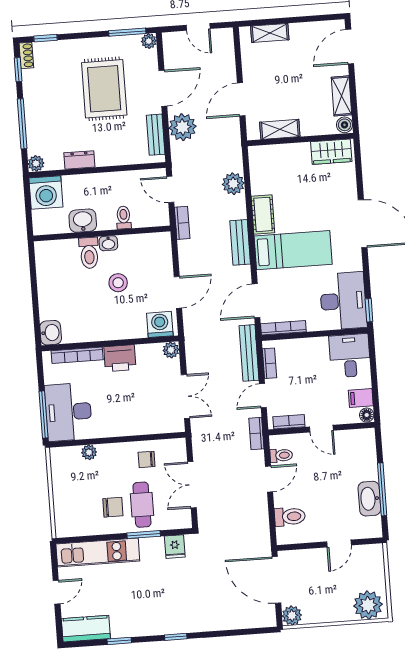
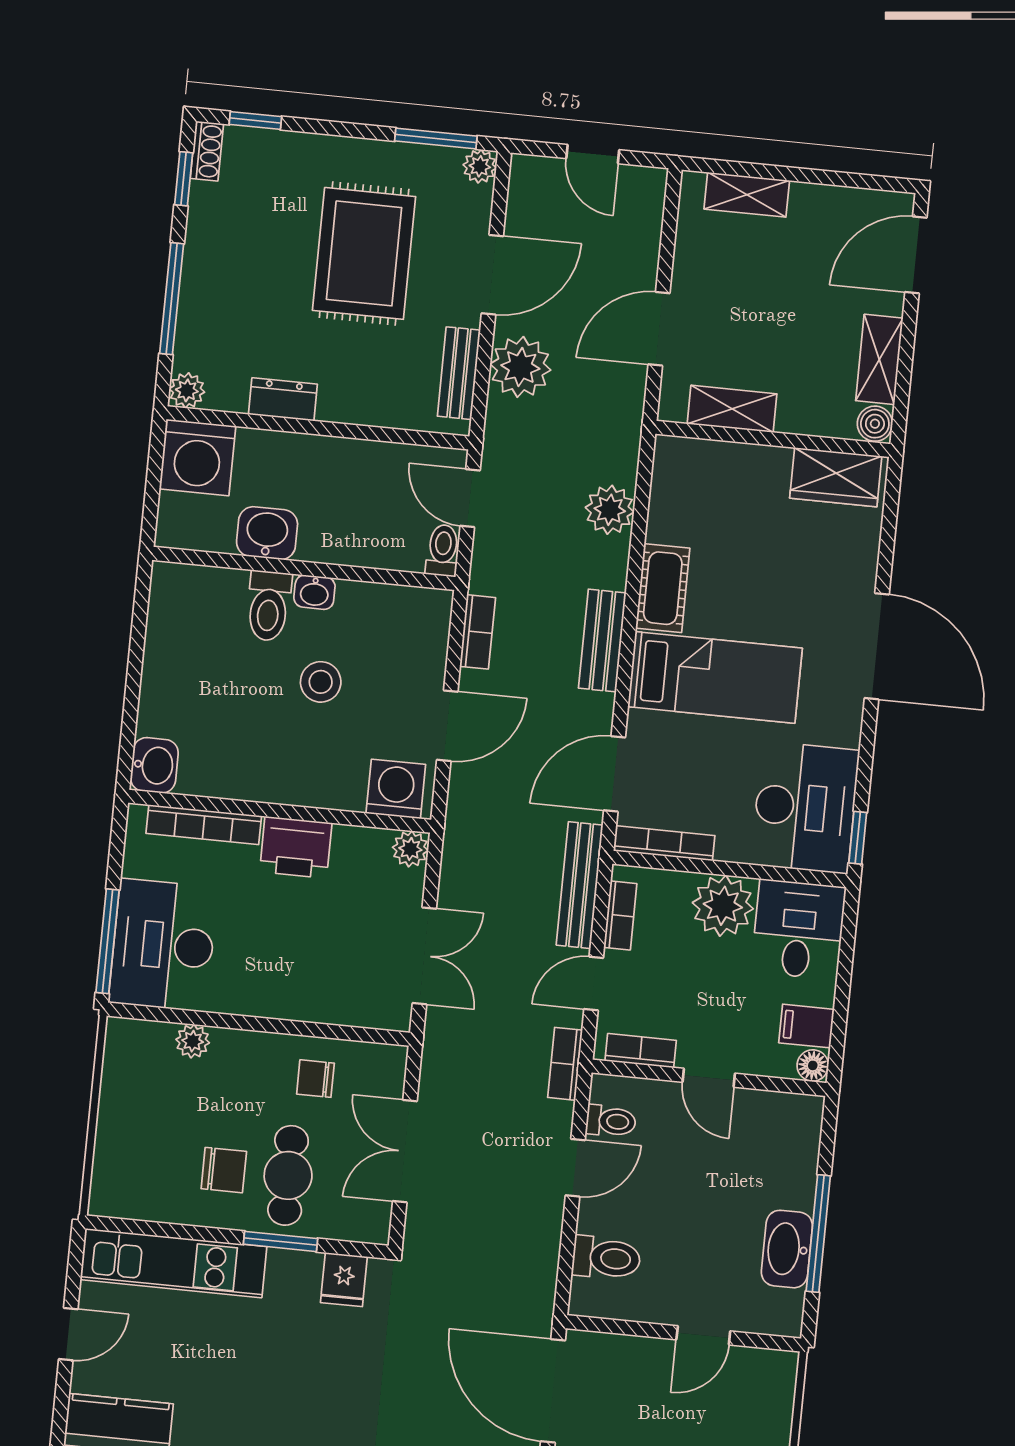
toilet: (124, 218) -> (443, 550), moved
bookcase: (182, 223) -> (478, 632), moved
plant: (314, 351) -> (723, 906), added

